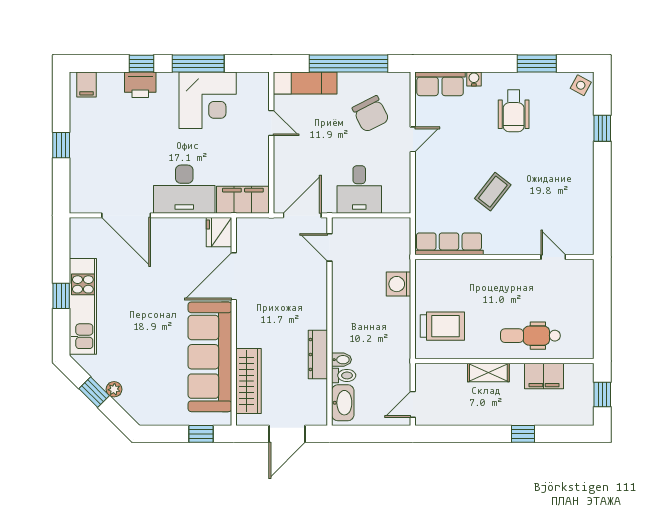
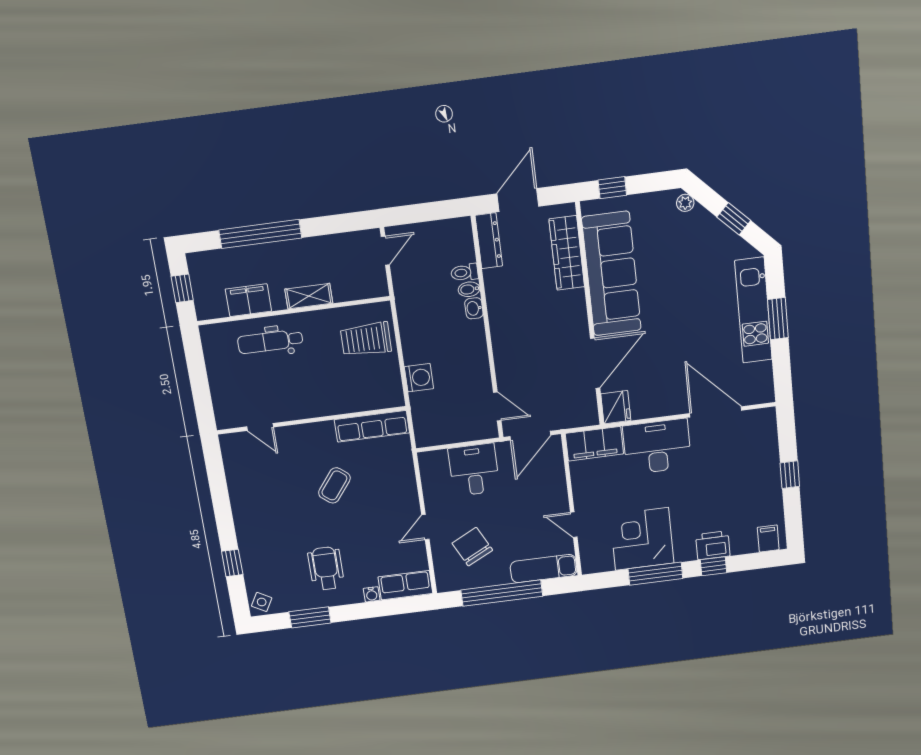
window: (61, 296) -> (778, 319), width x1.50
dental chair: (530, 336) -> (270, 341), turned 180
dresser: (318, 354) -> (489, 241), moved
plant: (114, 389) -> (685, 203), moved
washbasin: (343, 403) -> (474, 308), moved, width x0.52, depth x0.69
window: (523, 434) -> (260, 234), width x3.17

